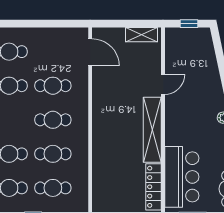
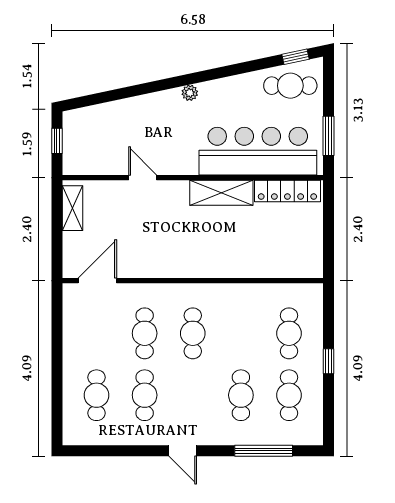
shelving: (152, 130) -> (221, 193), width x0.68
cafe table: (53, 154) -> (241, 333), removed
bar counter: (182, 177) -> (258, 151), width x1.36

